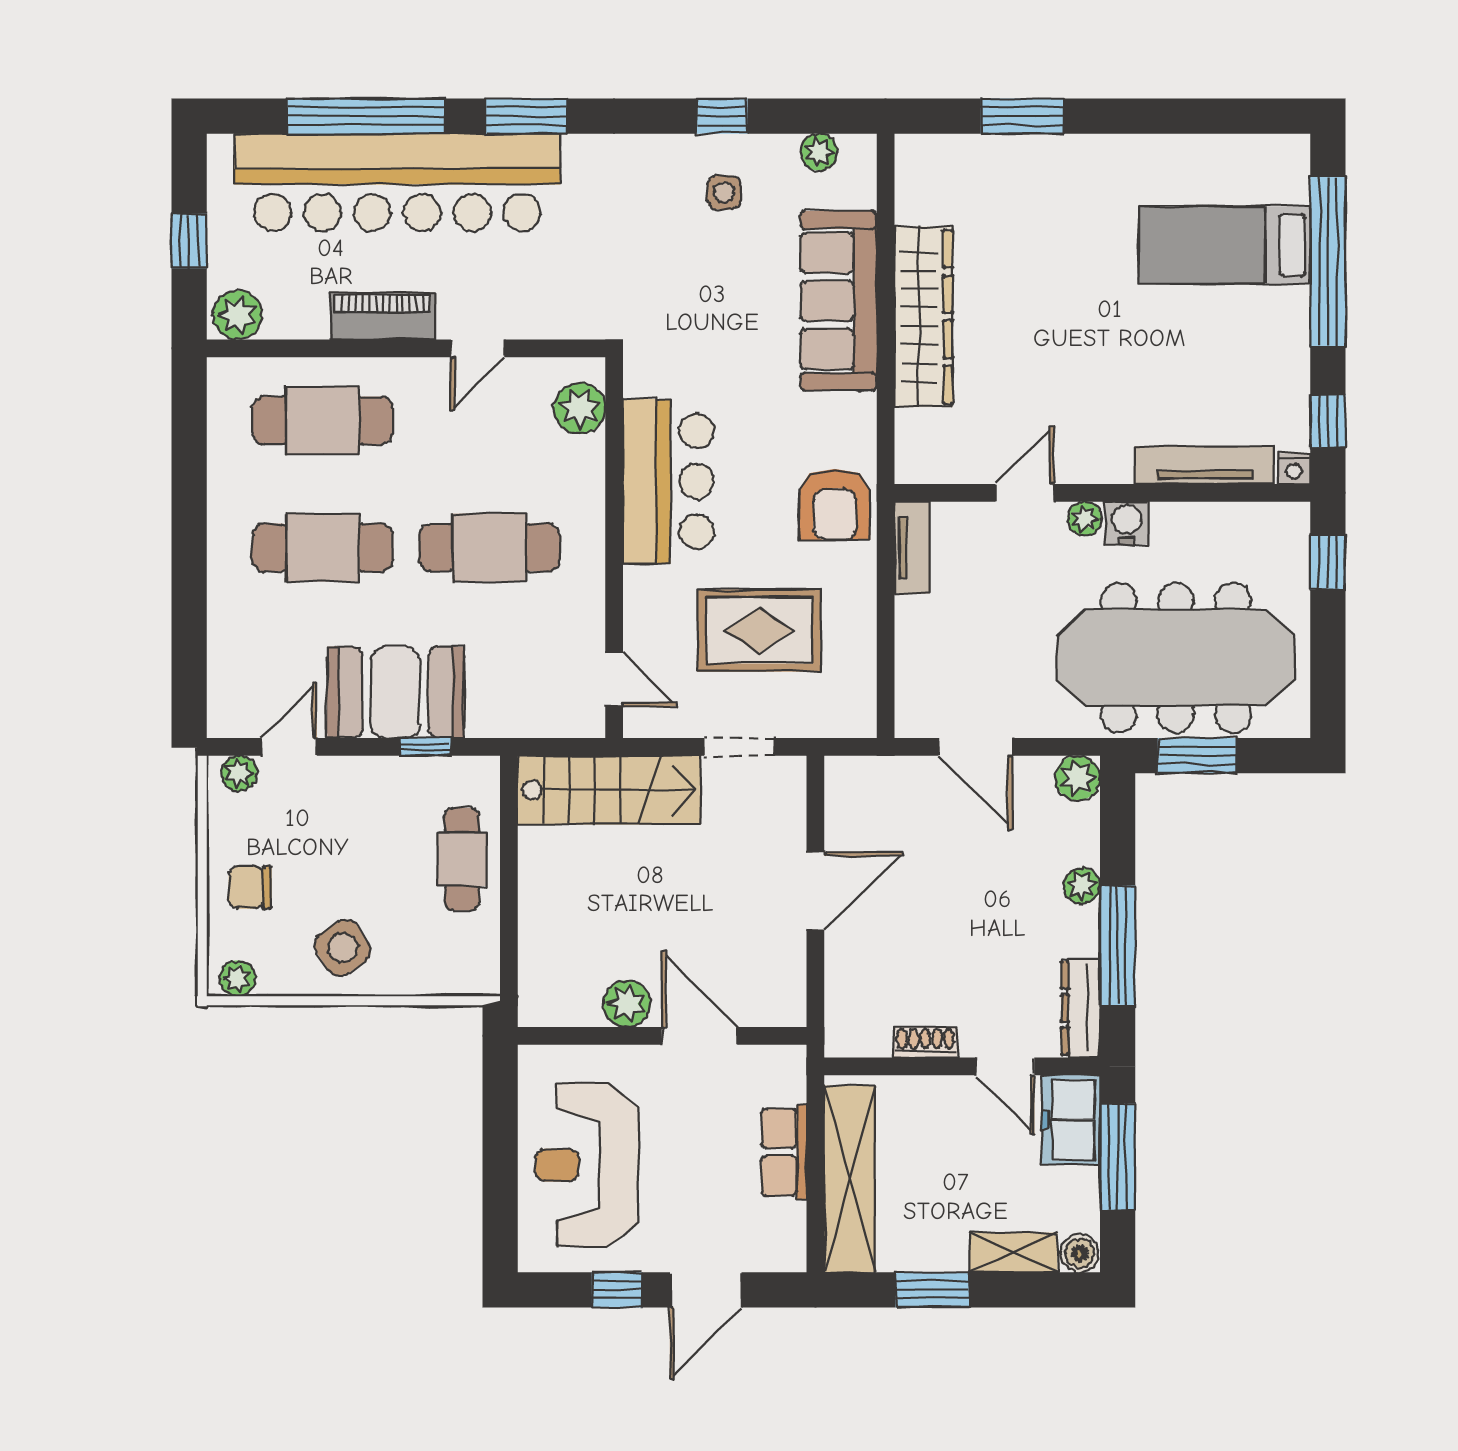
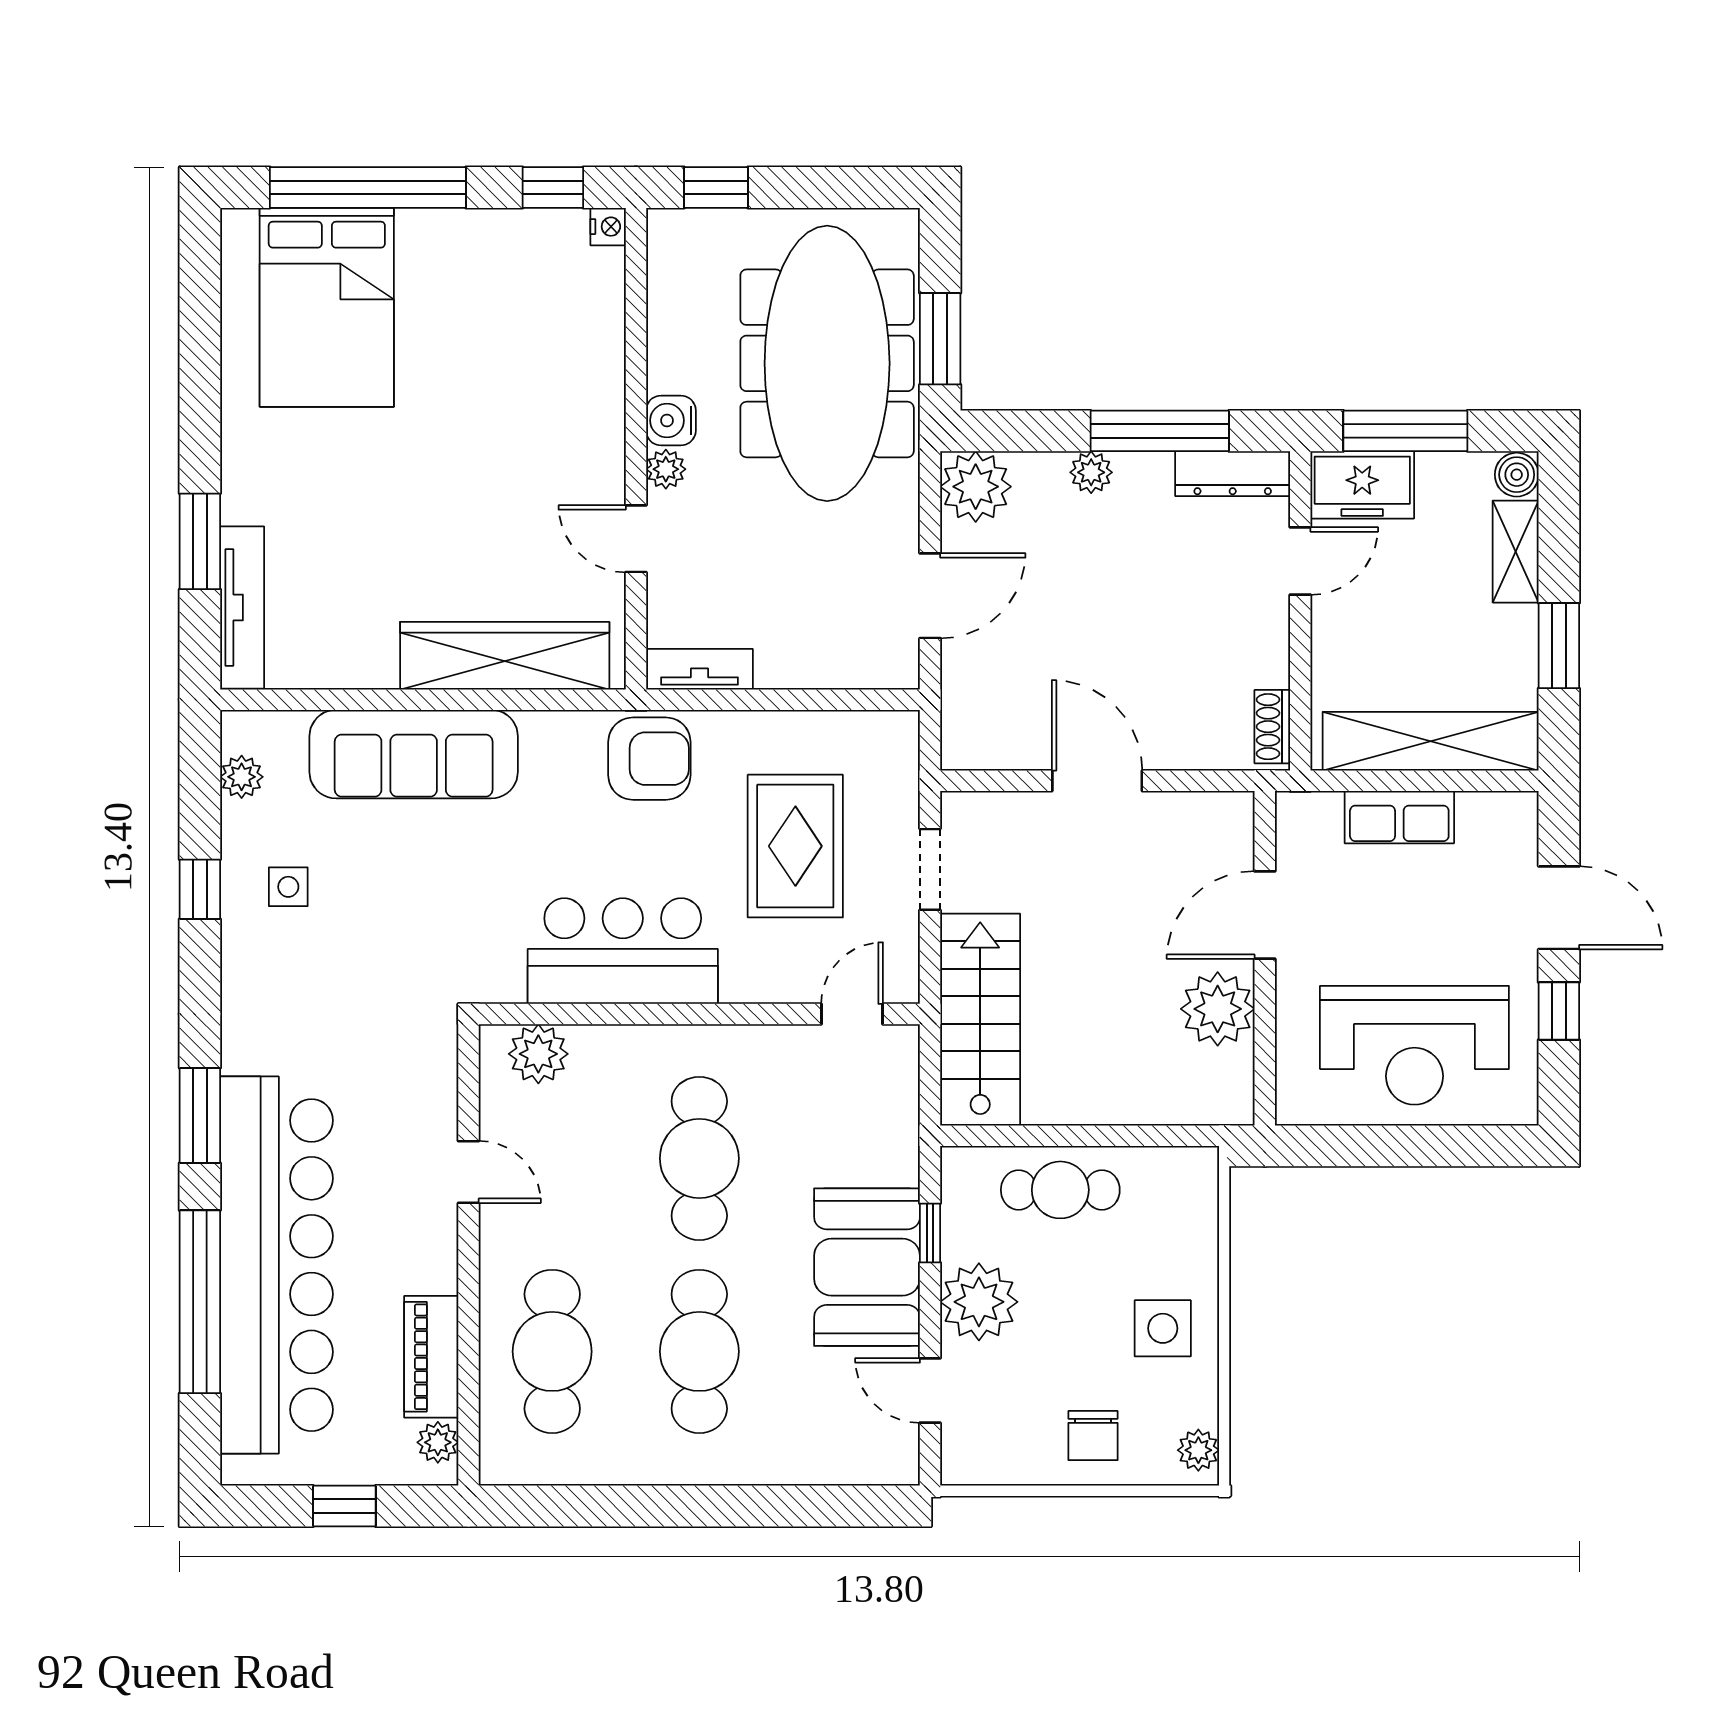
bed: (1224, 245) -> (327, 307), width x1.50
plant: (238, 315) -> (438, 1442), width x0.73, depth x0.73
piano: (383, 316) -> (431, 1357), moved
wardrobe: (924, 317) -> (505, 656), moved
tv unit: (1204, 465) -> (242, 607), moved, turned 180
plant: (239, 773) -> (979, 1302), moved, width x1.87, depth x1.87
plant: (1078, 778) -> (976, 487), width x1.36, depth x1.36
side table: (343, 948) -> (1163, 1328), turned 34
plant: (627, 1004) -> (1218, 1009), width x1.36, depth x1.36
shoe rack: (926, 1042) -> (1272, 727), moved

